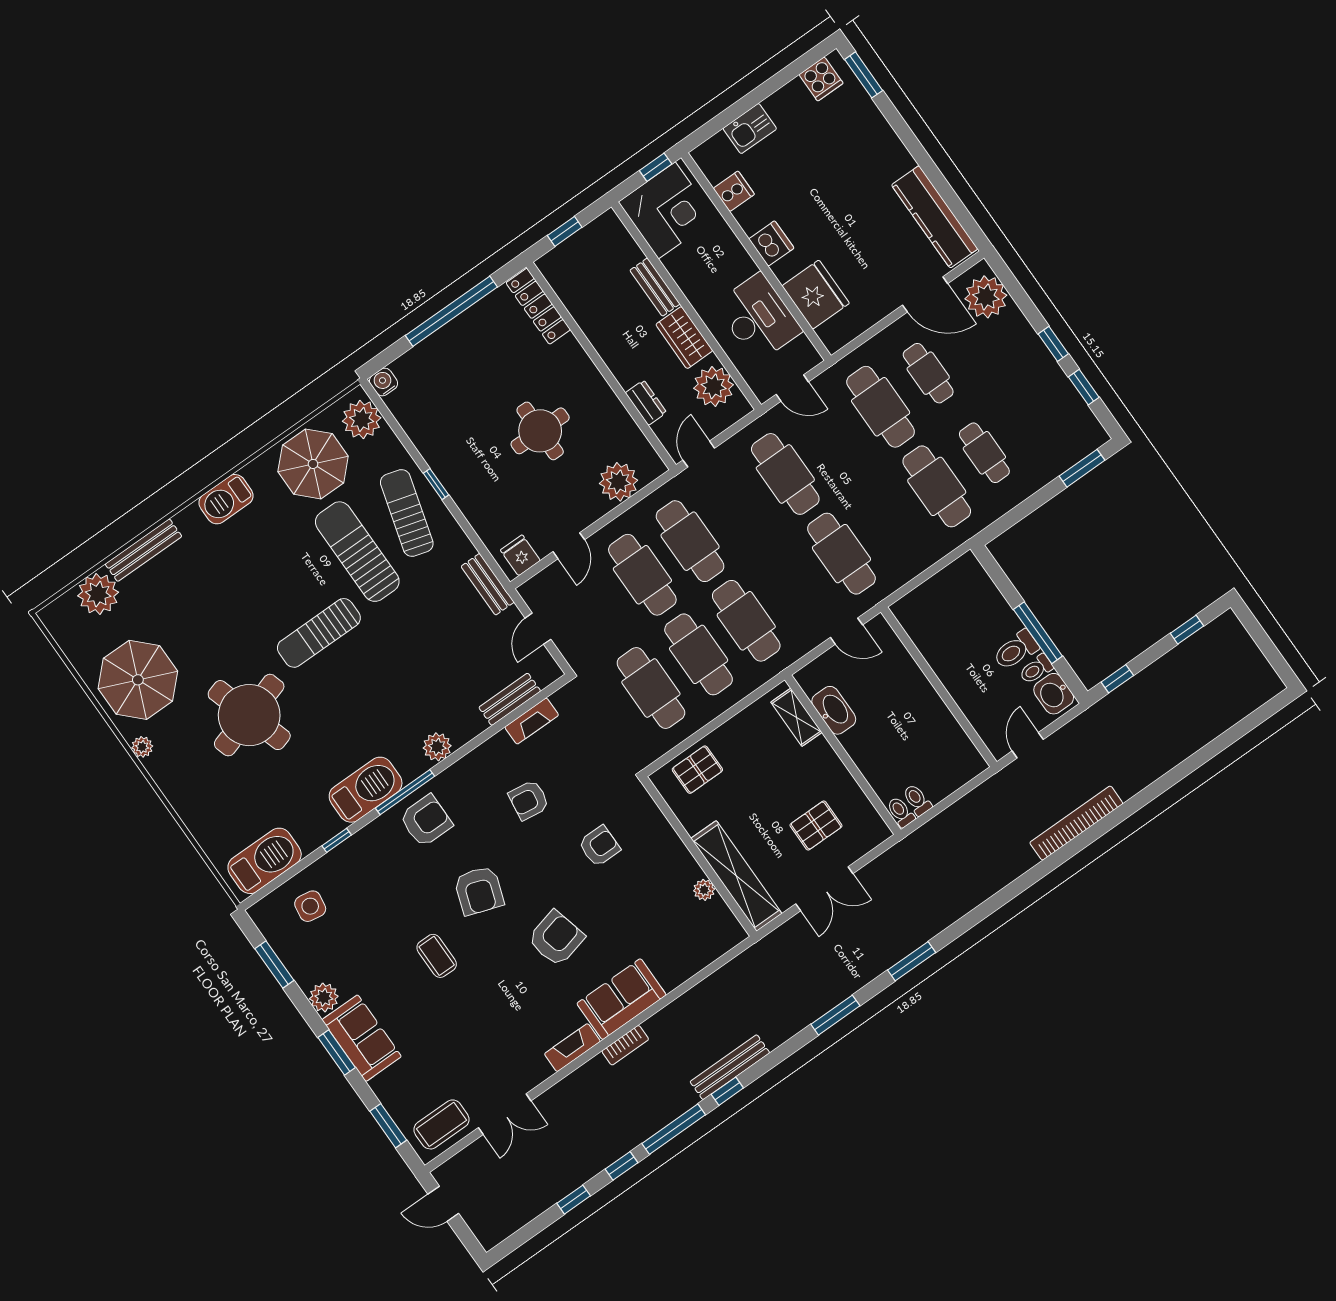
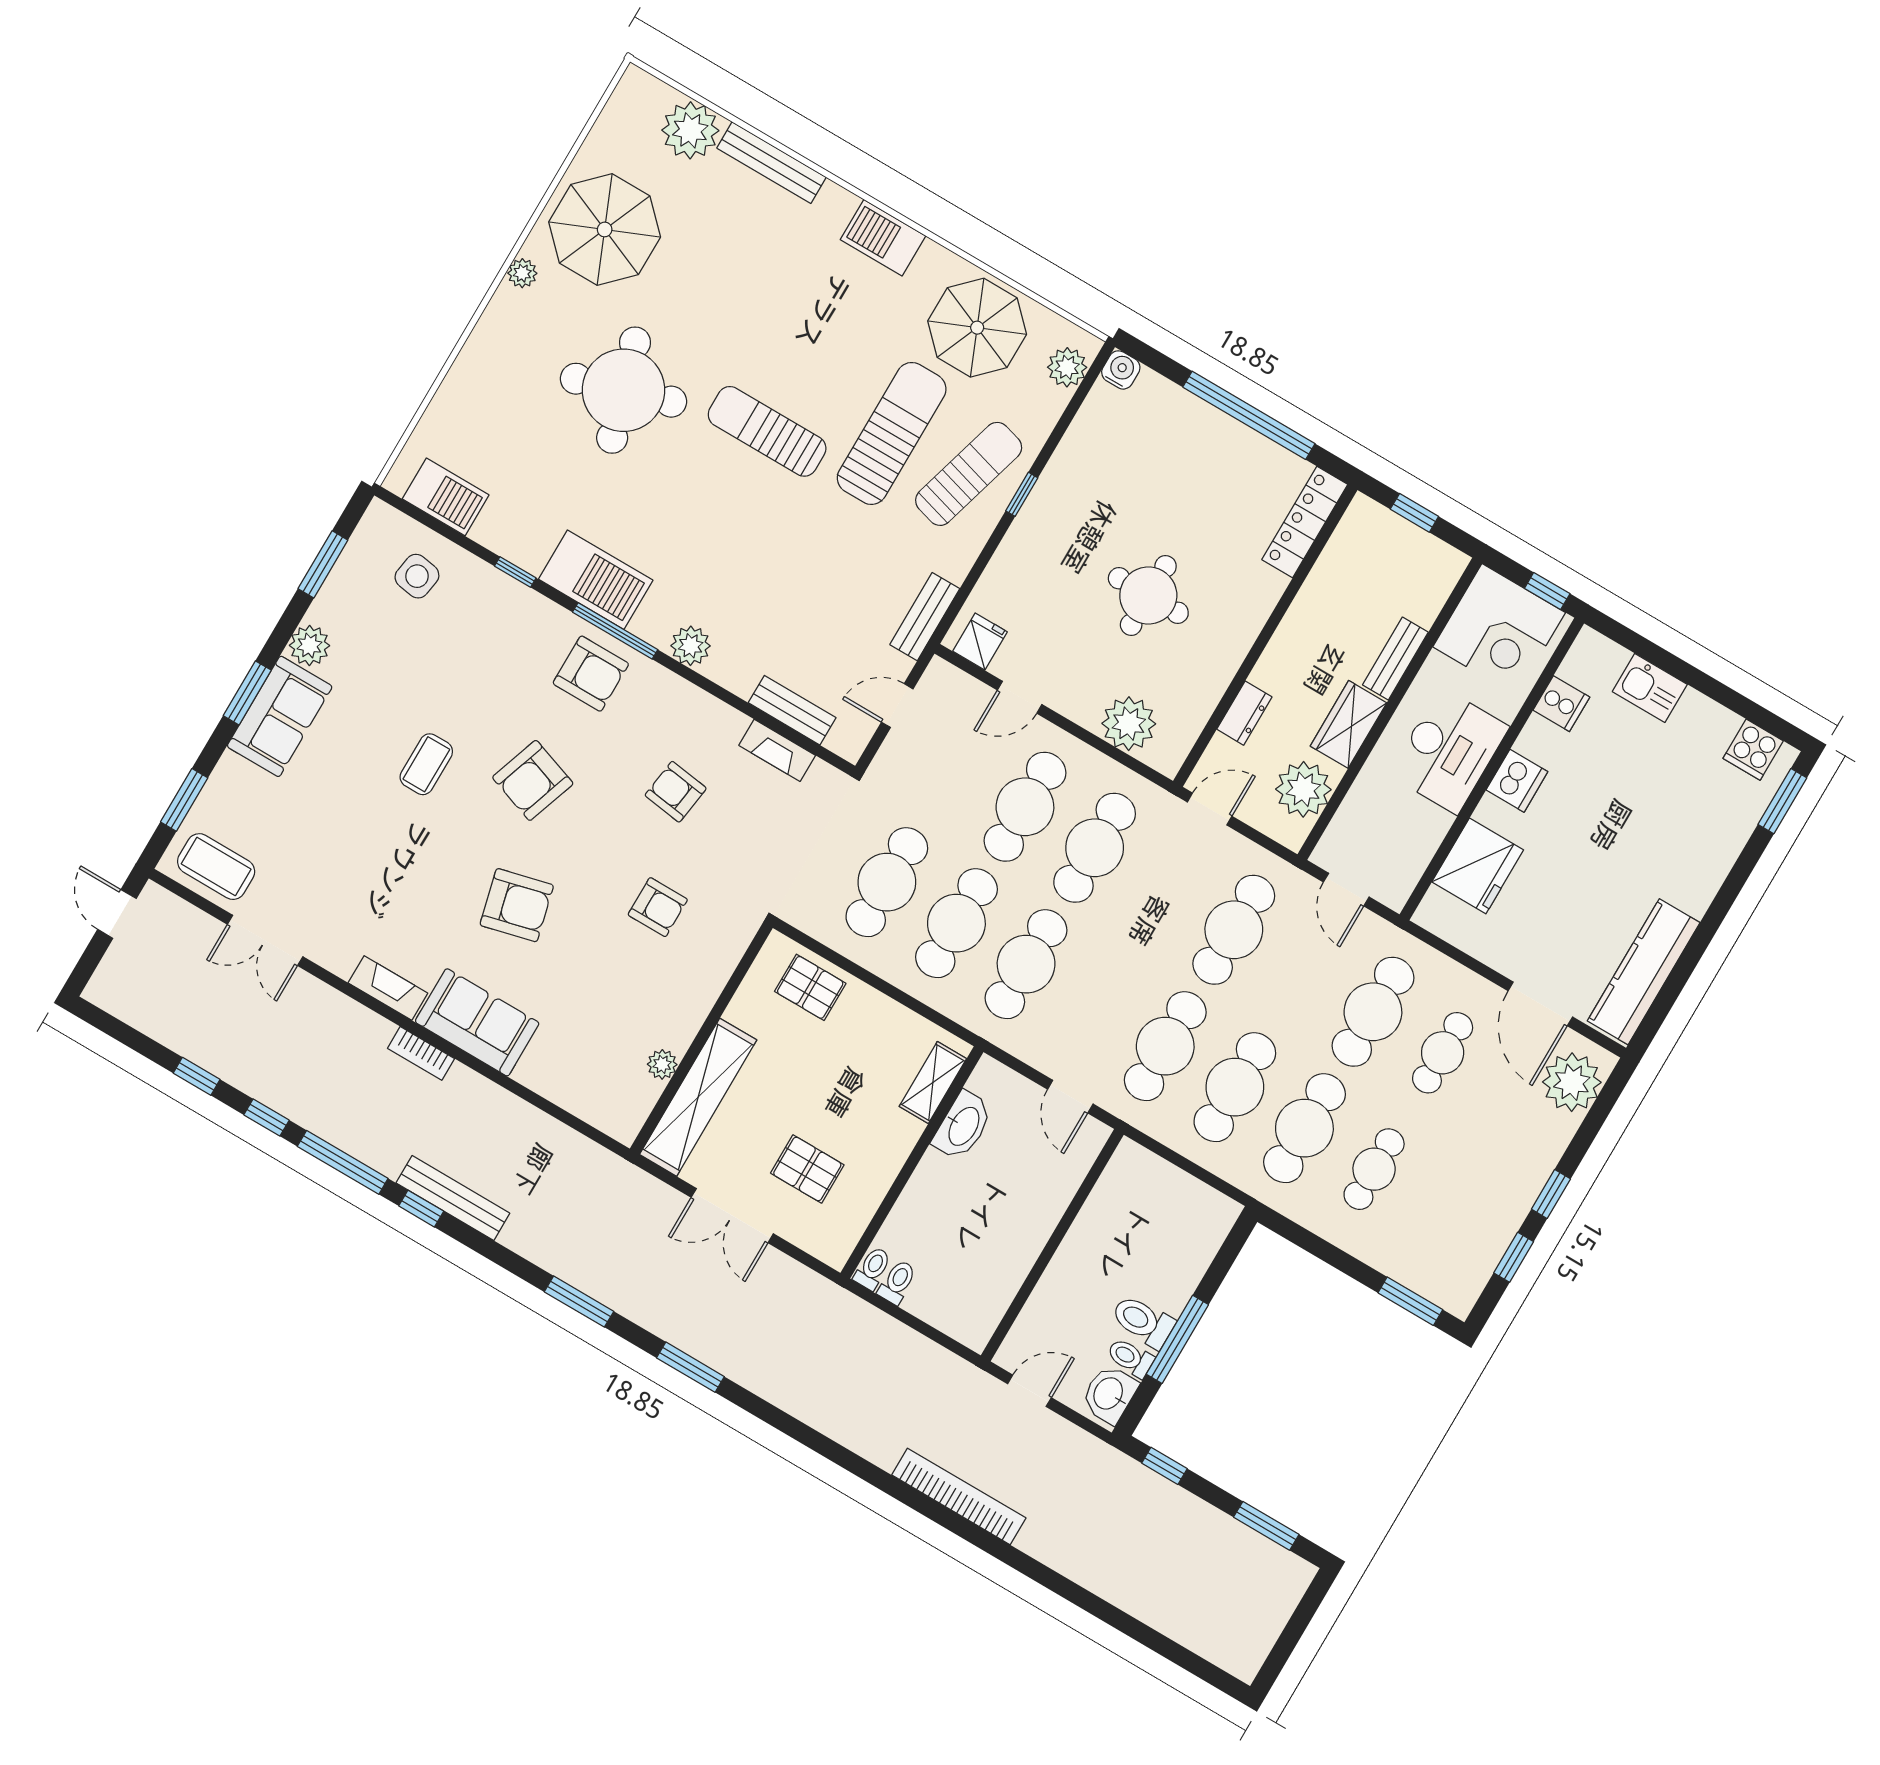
desk: (758, 318) -> (1449, 751), moved
plant: (362, 420) -> (1067, 367), width x0.73, depth x0.73
cafe table: (889, 520) -> (1235, 1087), added
window: (1187, 630) -> (1266, 1526), width x1.50
barbecue: (265, 861) -> (446, 497), width x0.73, depth x0.83

